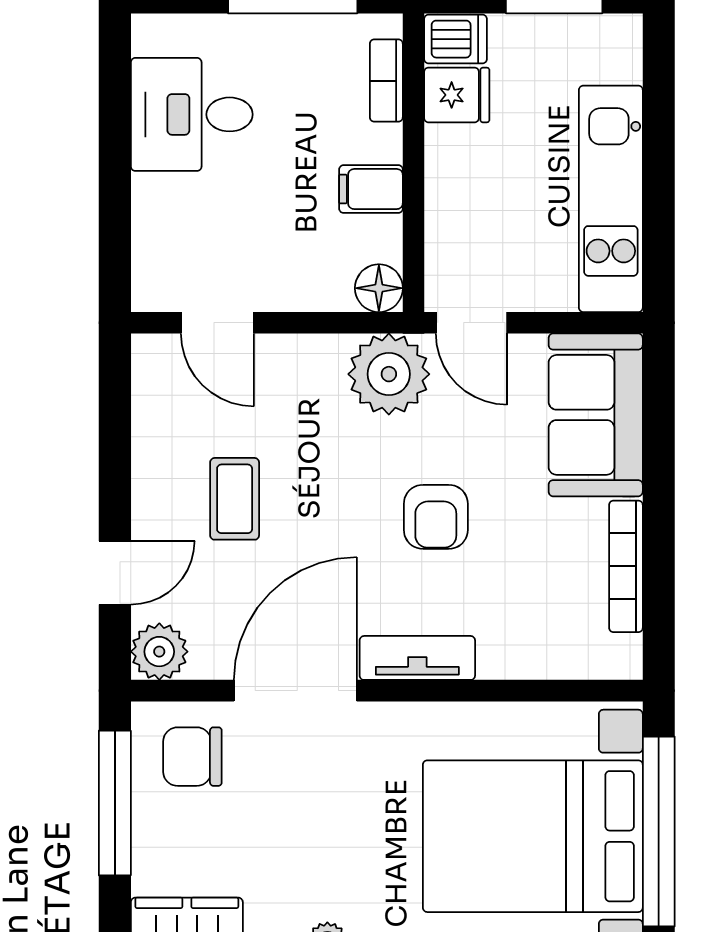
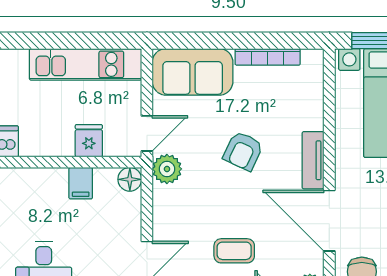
bookcase: (386, 81) -> (27, 176), removed
fridge: (457, 95) -> (89, 141), moved
plant: (389, 374) -> (167, 169), width x0.73, depth x0.73
armchair: (436, 517) -> (243, 151), turned 115

